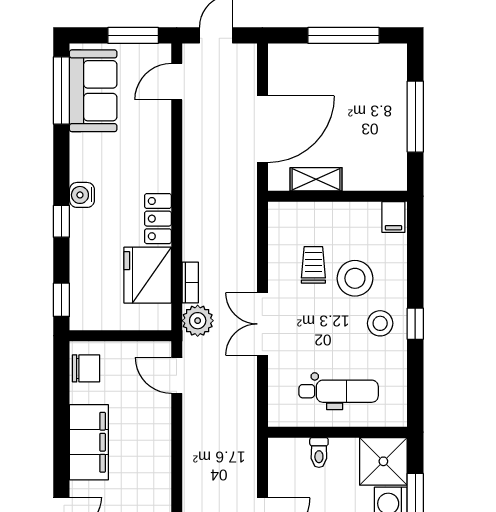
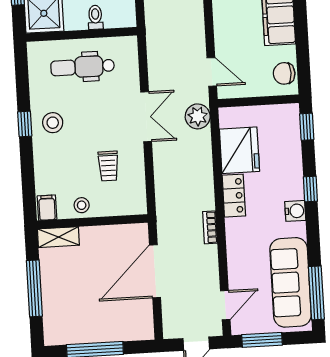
sofa: (93, 91) -> (290, 282), width x1.36
shelving: (316, 179) -> (58, 237), moved
stool: (355, 278) -> (82, 205), moved, width x0.53, depth x0.53
bookcase: (190, 282) -> (210, 227), moved

